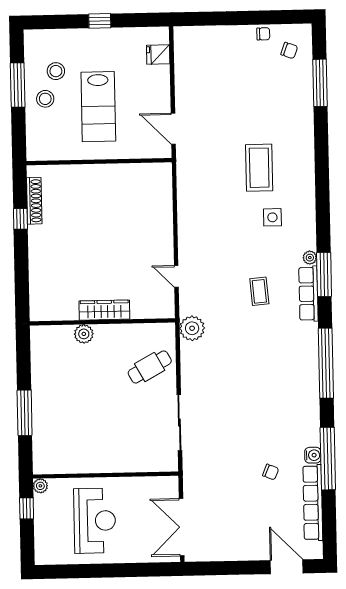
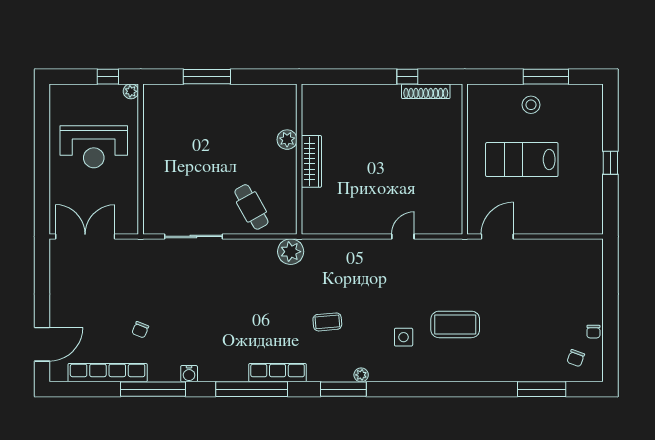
fridge: (158, 55) -> (574, 222), removed
stool: (56, 71) -> (559, 116), removed
door: (176, 276) -> (403, 236), moved
row of seats: (308, 294) -> (278, 373), moved
water cooler: (313, 455) -> (189, 374), moved

